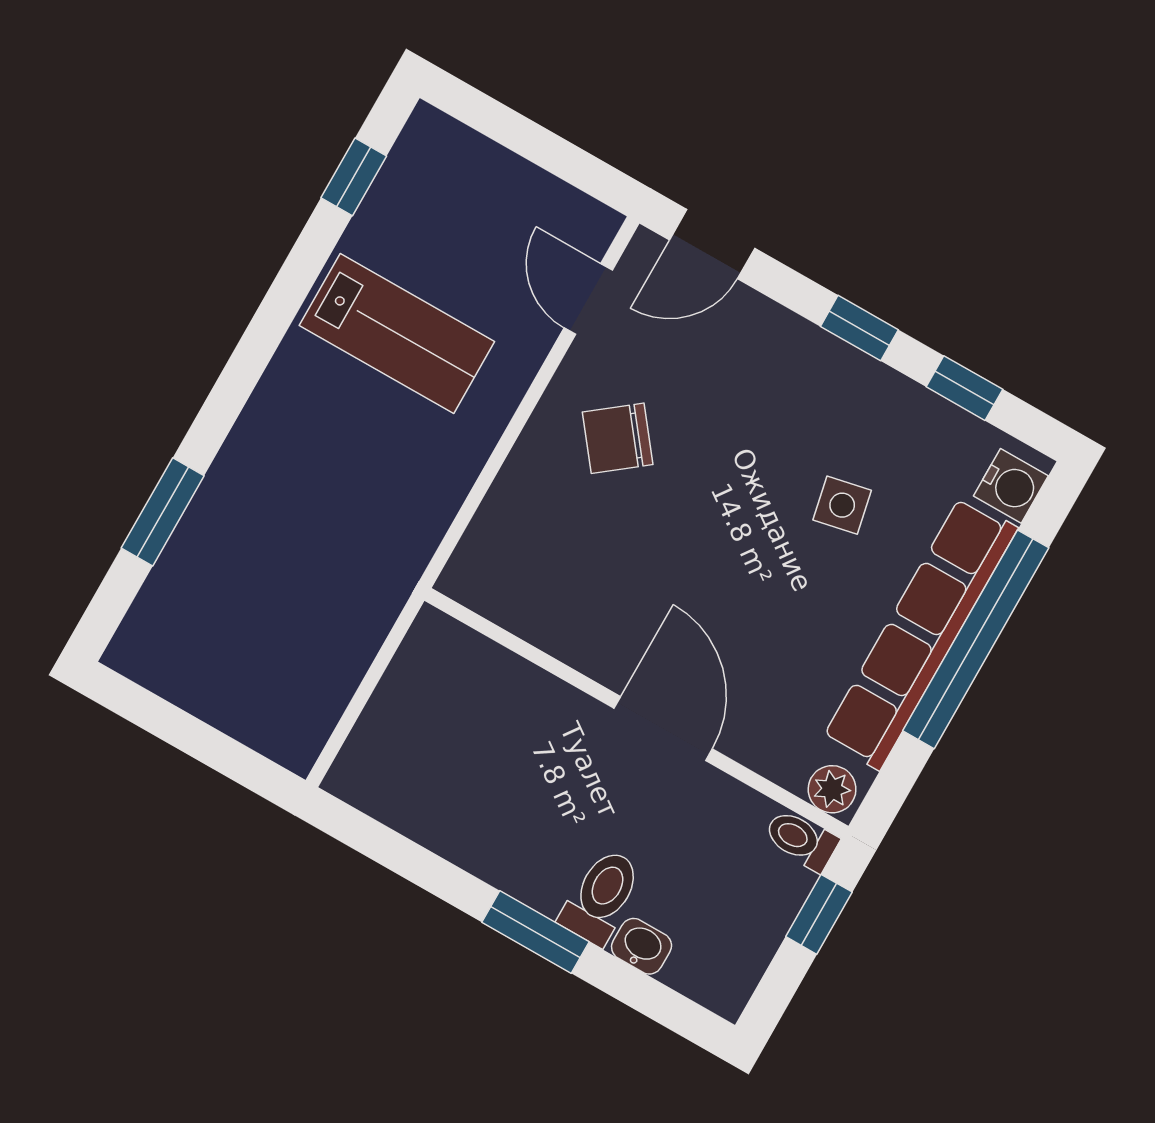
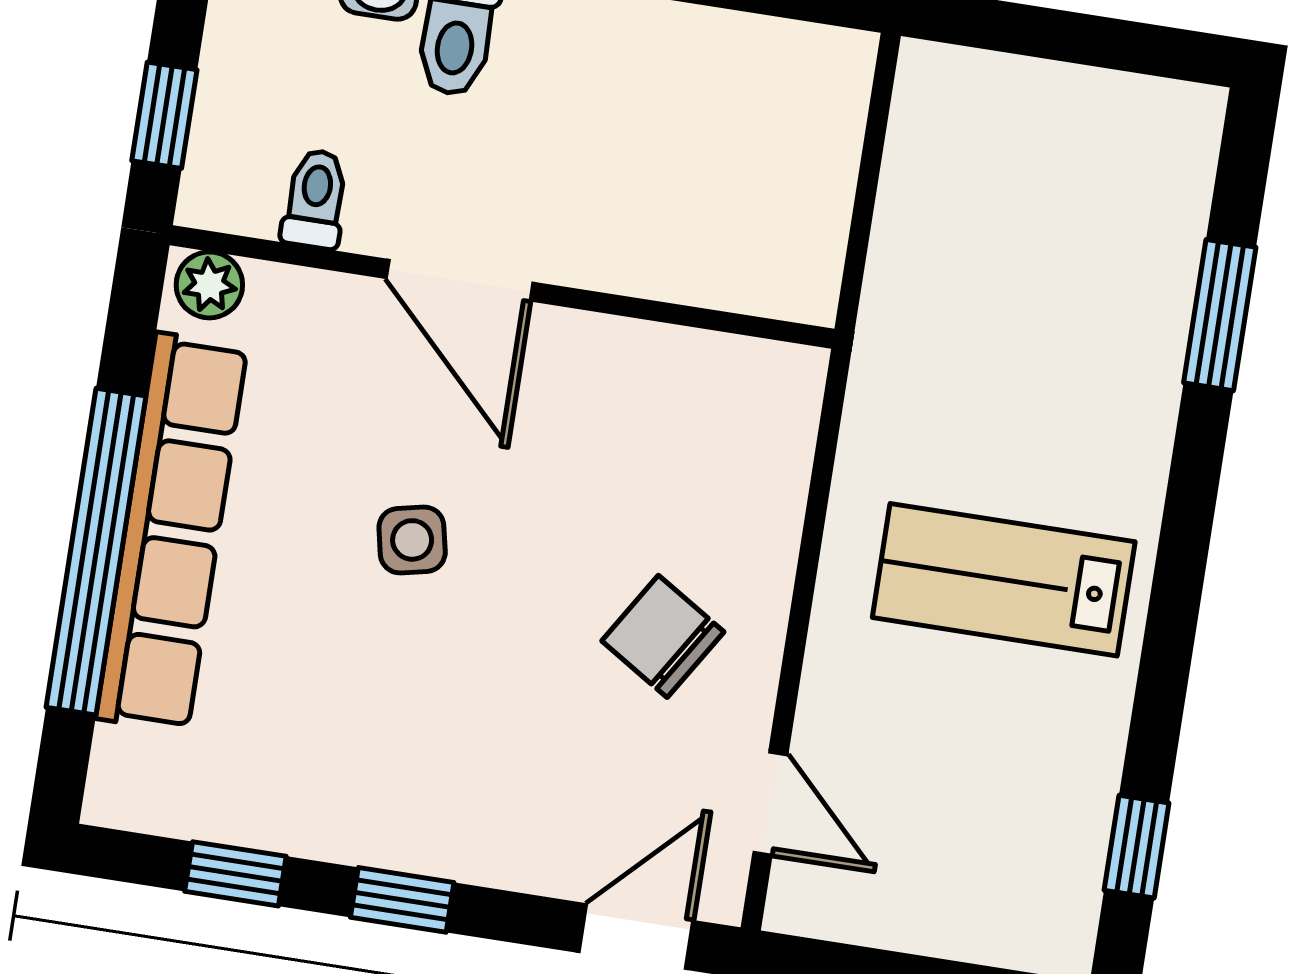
lab bench: (397, 333) -> (1004, 580), moved
chair: (618, 438) -> (663, 636), turned -110
water cooler: (1011, 486) -> (126, 769), removed
side table: (842, 505) -> (412, 540), moved
toilet: (801, 840) -> (315, 199), moved, turned -90

